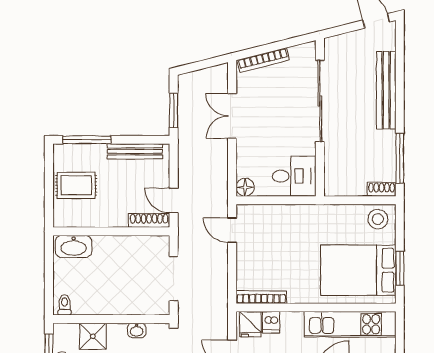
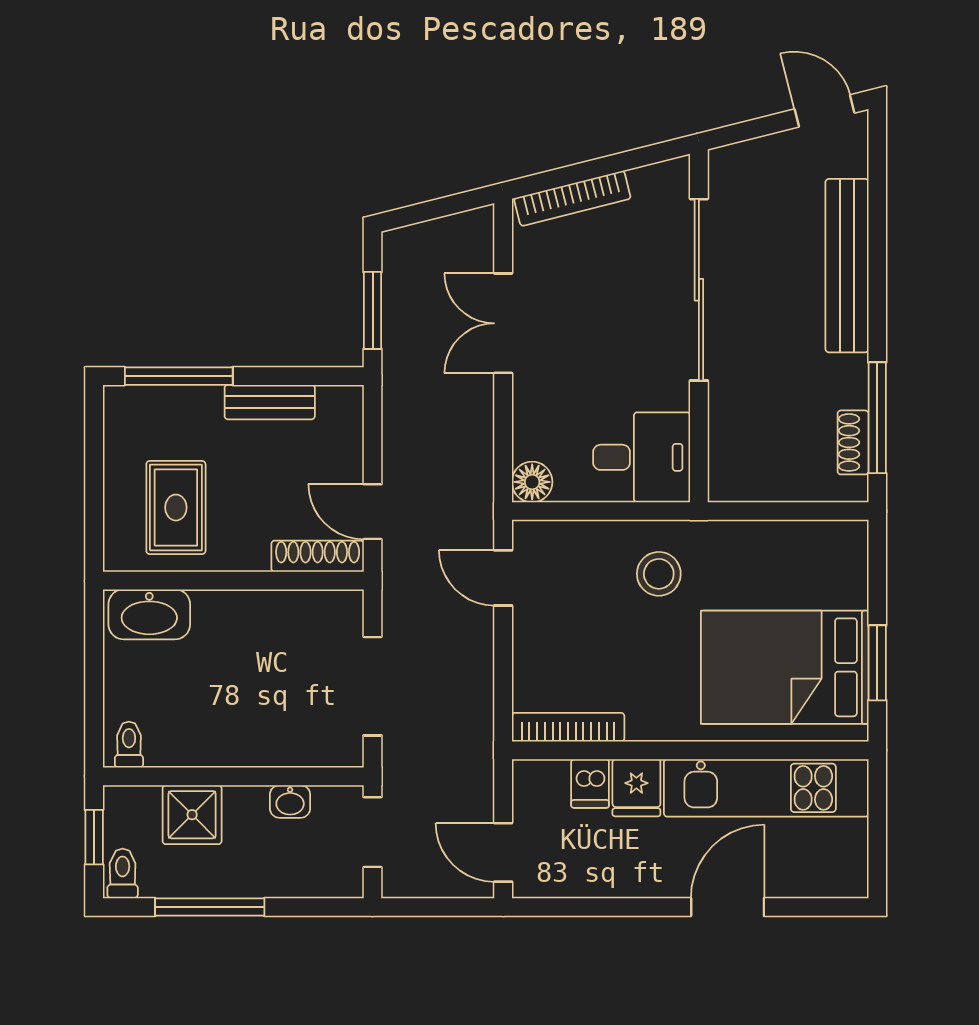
bench: (135, 151) -> (270, 402), width x0.73
rug: (76, 185) -> (176, 508), moved, turned 90
shoe rack: (382, 189) -> (853, 442), moved, turned -90
stool: (378, 219) -> (659, 574), moved
fridge: (250, 324) -> (636, 788), moved

